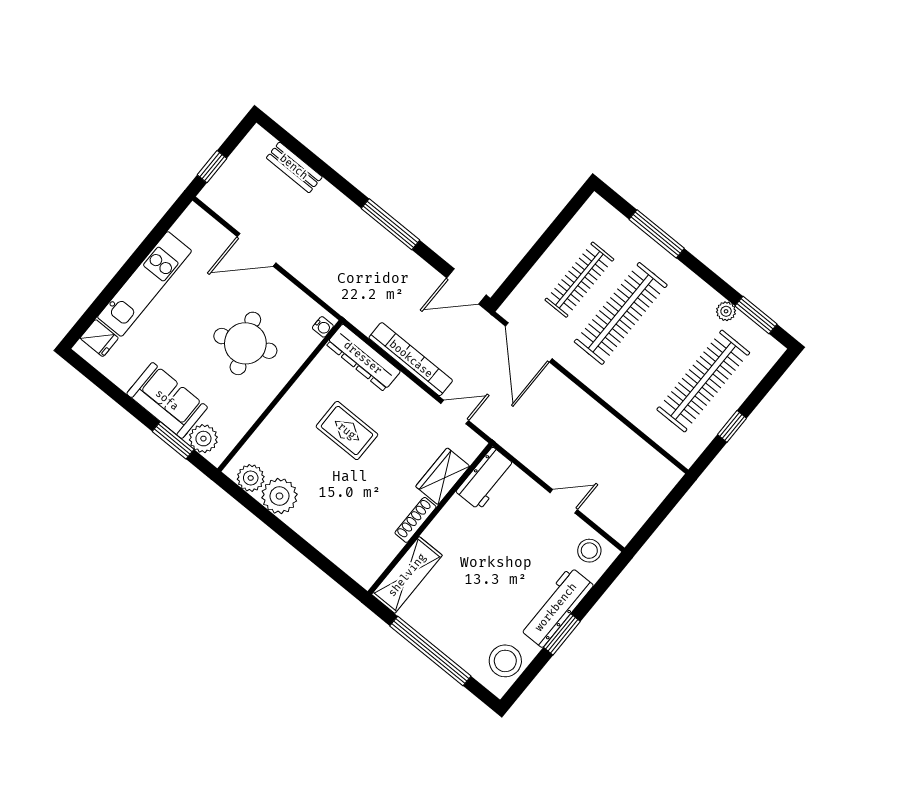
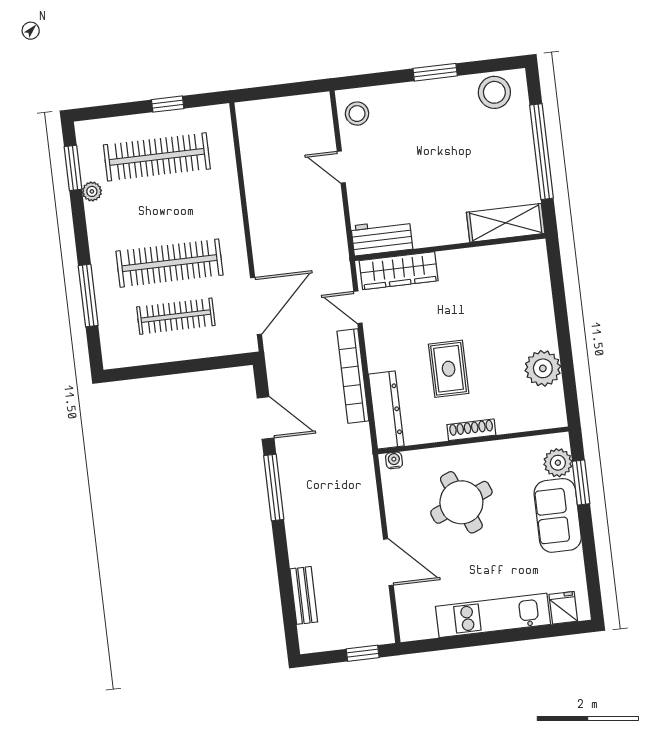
door: (466, 286) -> (266, 418), moved
wardrobe: (443, 476) -> (399, 271), width x1.50
plant: (251, 478) -> (551, 401), removed
shoe rack: (415, 520) -> (471, 430), moved, turned 180
workbench: (556, 607) -> (420, 96), removed

